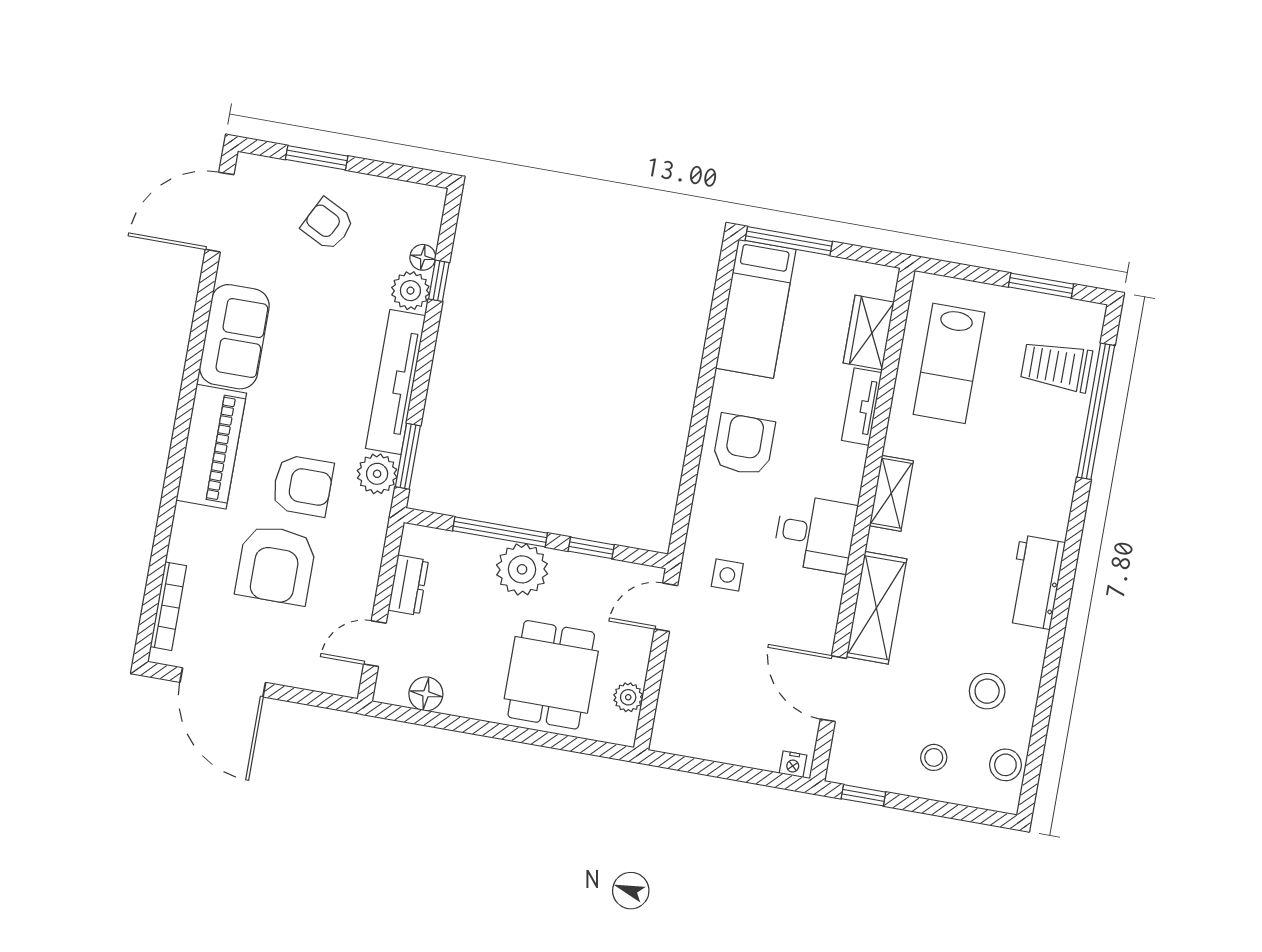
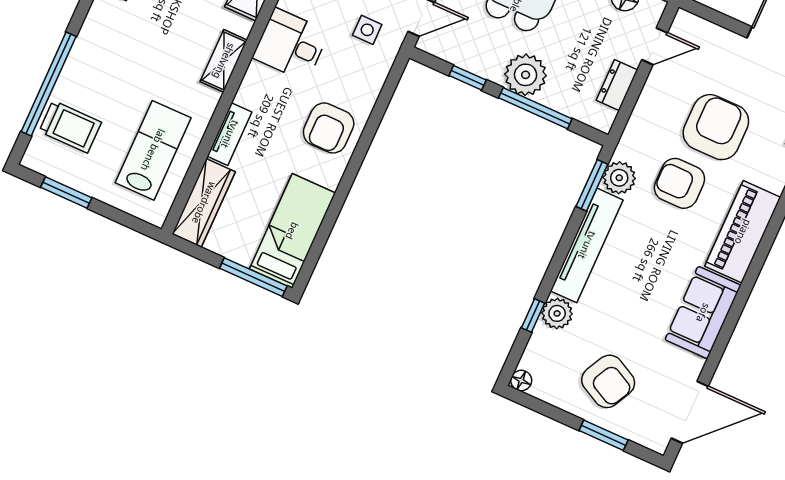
armchair: (328, 224) -> (608, 381), width x1.38, depth x1.38
floor lamp: (423, 257) -> (521, 381), moved
wardrobe: (869, 332) -> (204, 203), width x1.50

